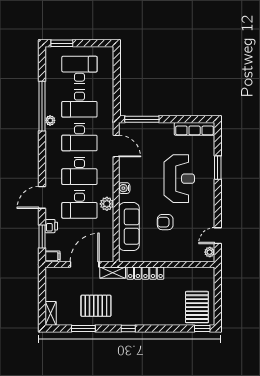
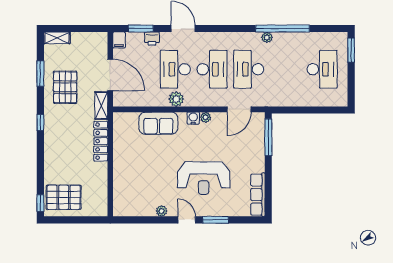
desk: (79, 104) -> (285, 69), removed
desk: (79, 171) -> (212, 69), turned 180
plant: (124, 177) -> (206, 117), added
armchair: (165, 222) -> (156, 163), removed
sofa: (129, 227) -> (158, 123), width x0.73
door: (218, 236) -> (187, 220), moved
plant: (210, 252) -> (162, 211), moved

